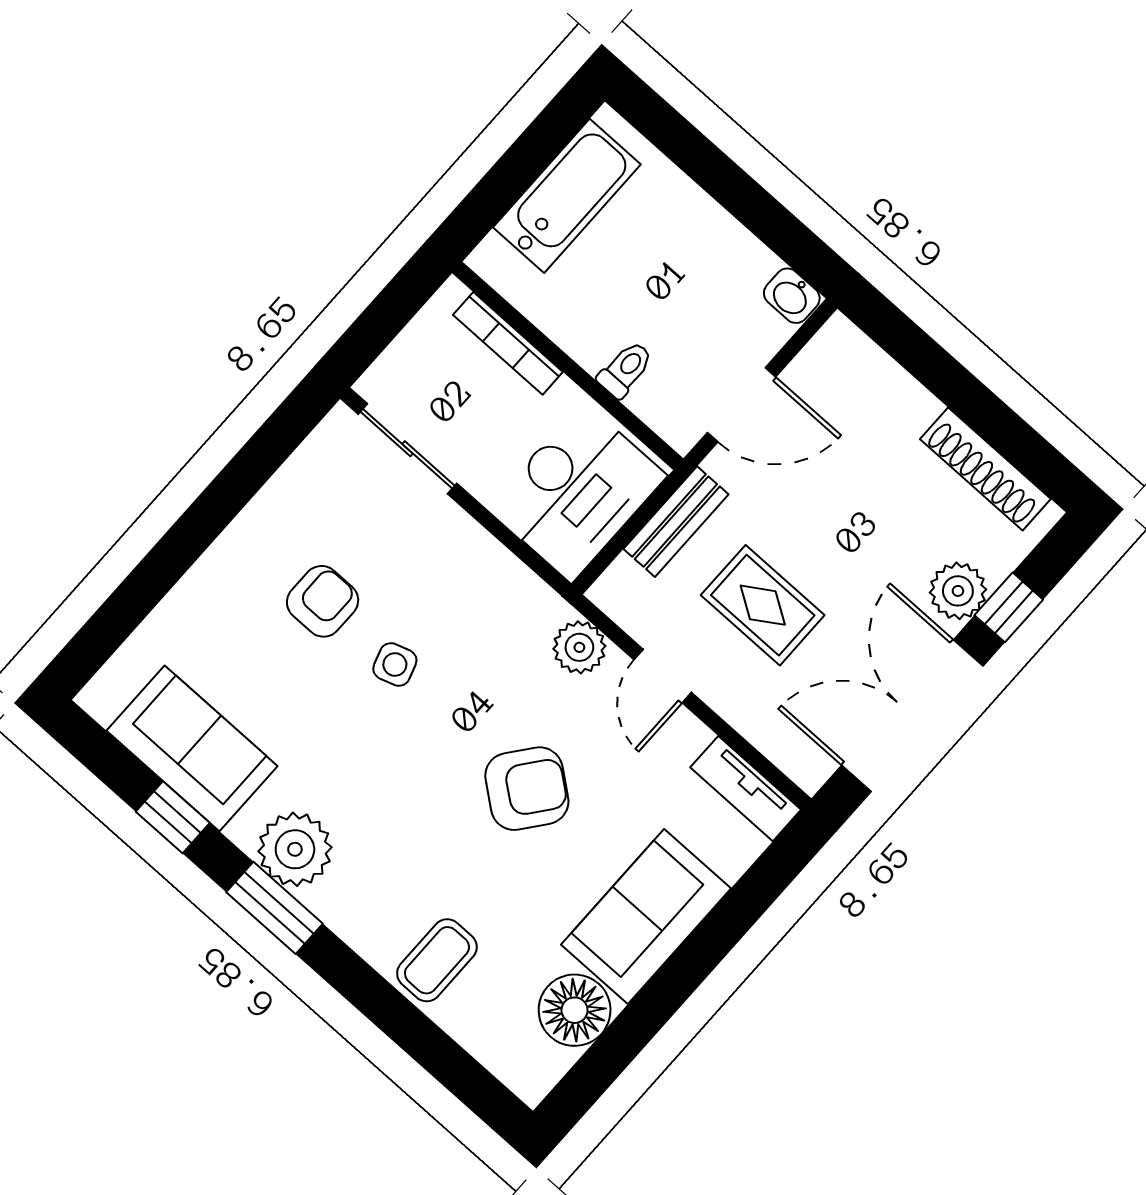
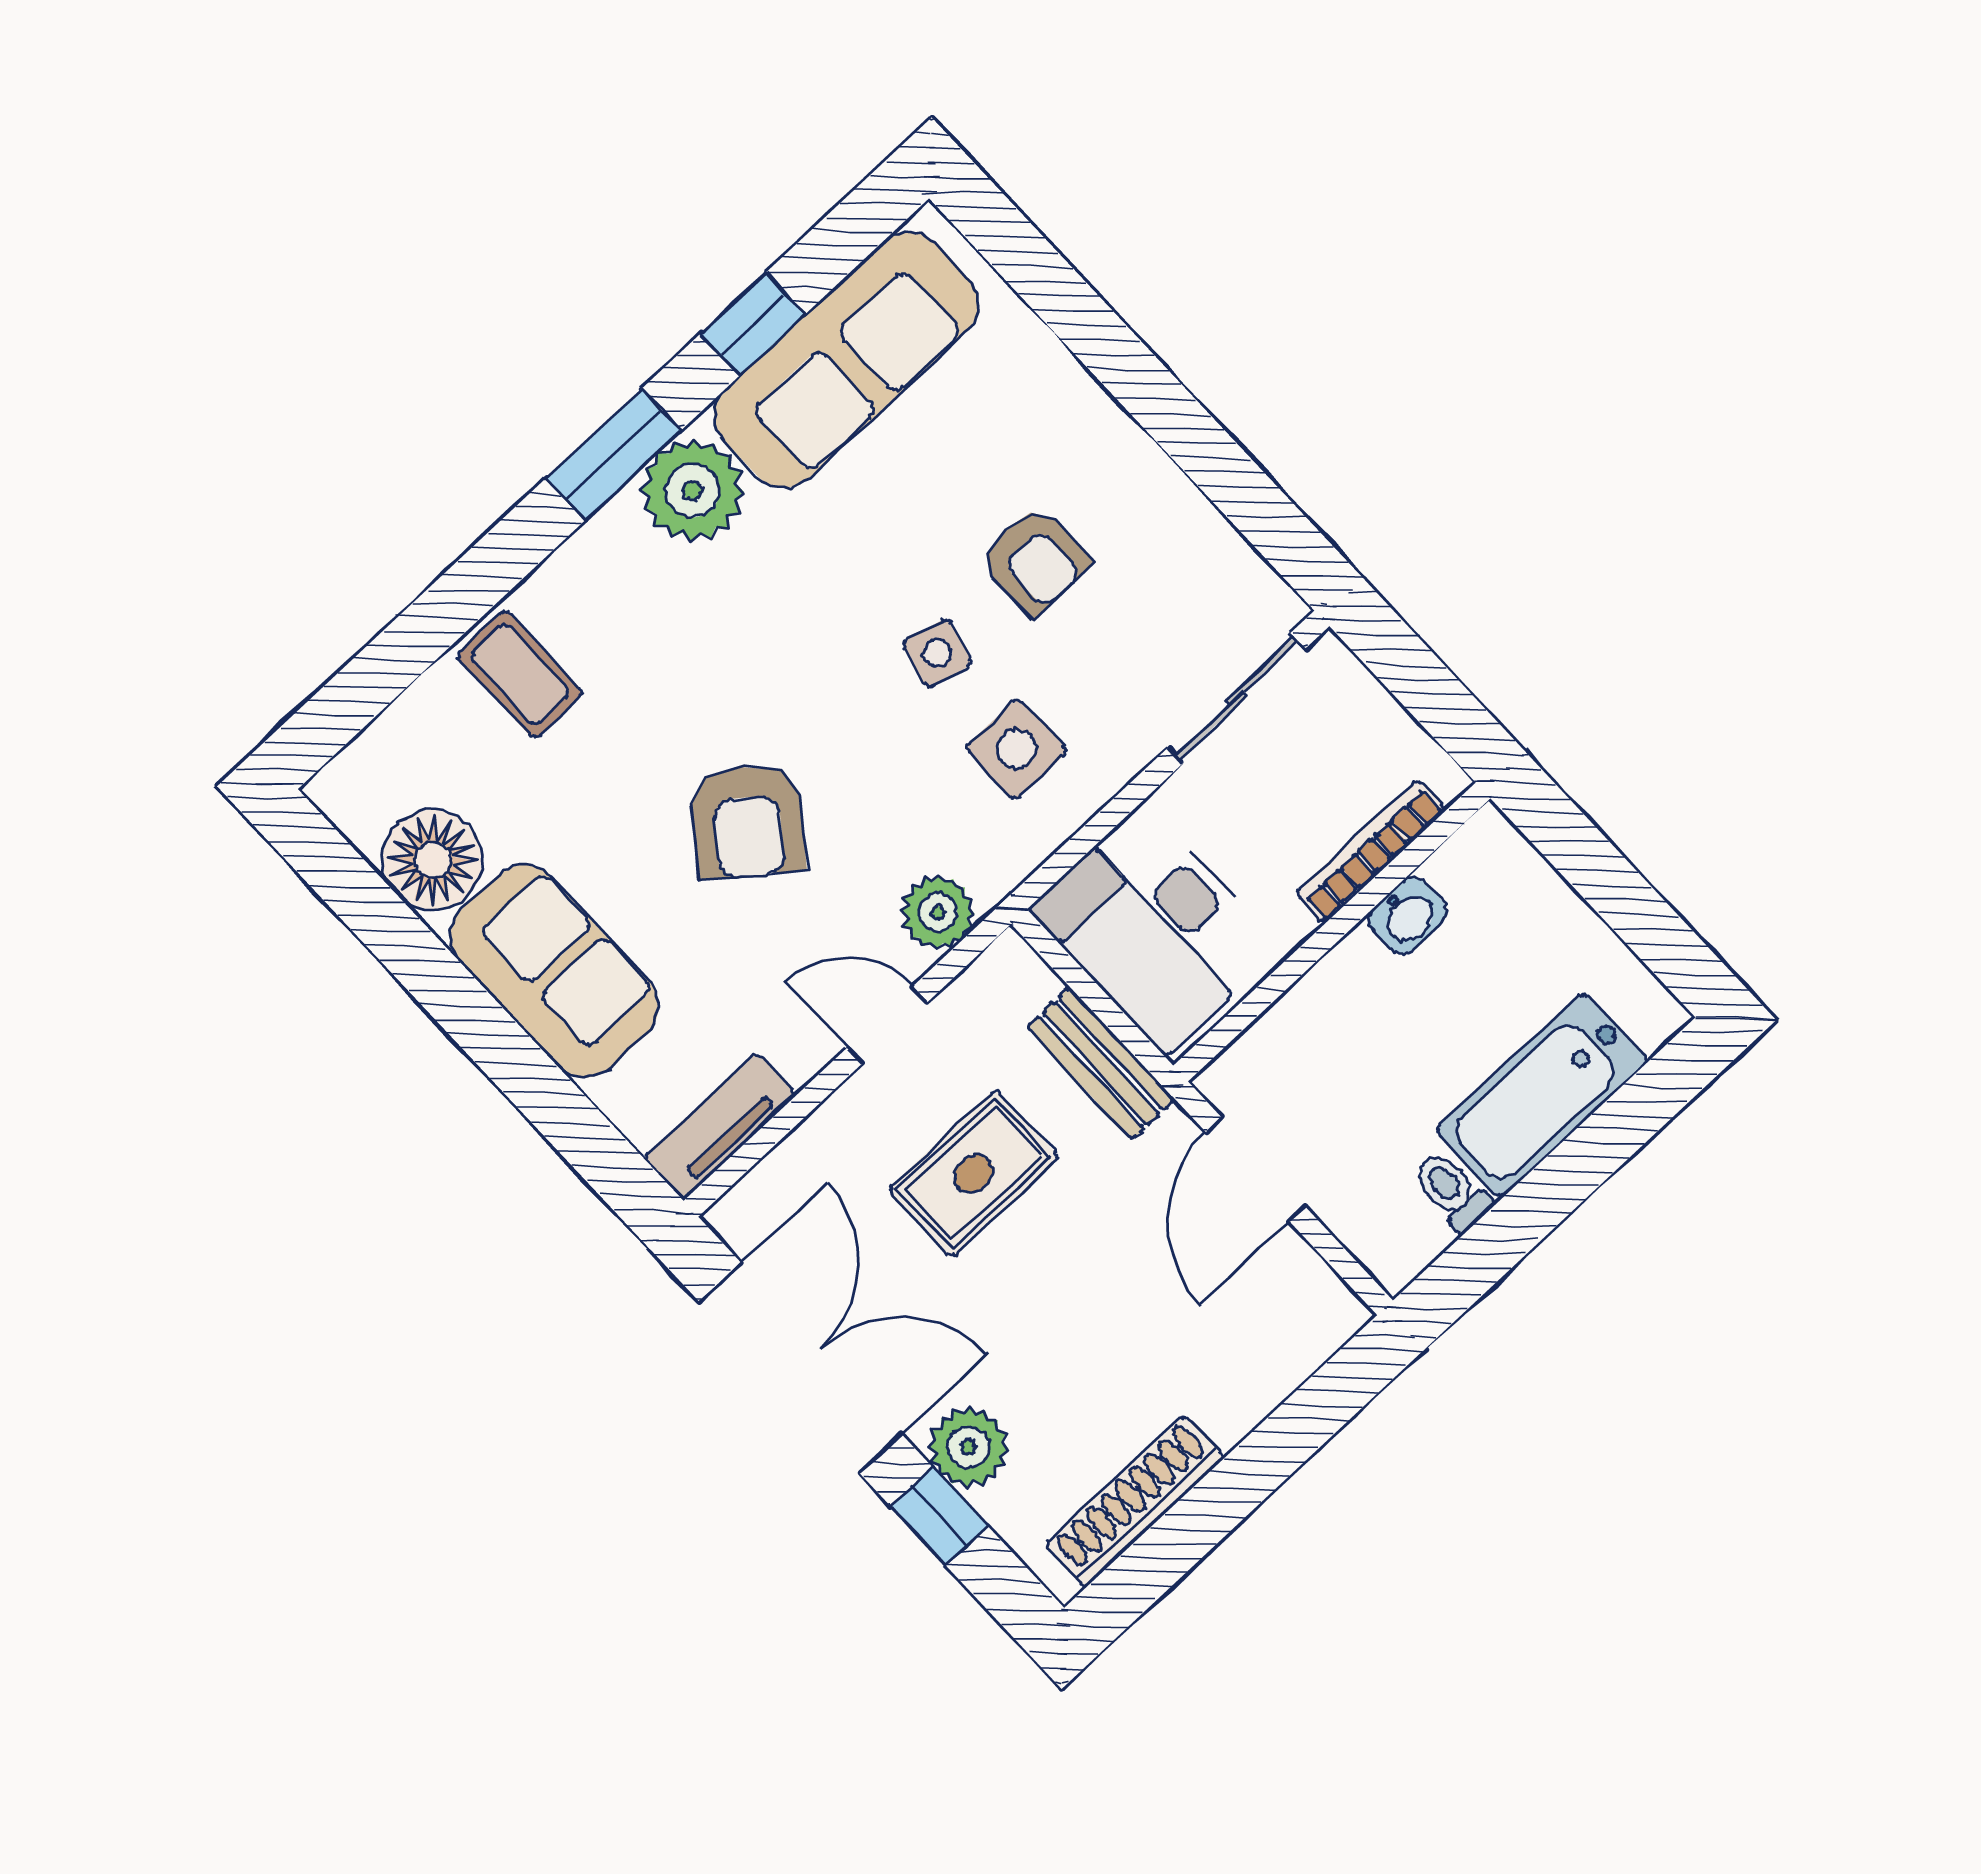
bathtub: (567, 196) -> (1542, 1095), moved, turned 90
washbasin: (792, 296) -> (1407, 916), moved, turned 180
toilet: (625, 369) -> (1452, 1191), moved, turned 180
side table: (458, 602) -> (1016, 749), added
side table: (395, 665) -> (937, 653), turned 32
sofa: (192, 748) -> (846, 360), width x1.36

